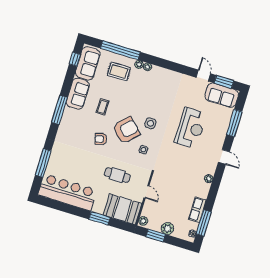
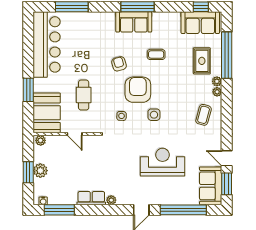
door: (203, 76) -> (227, 158), swing flipped
coffee table: (163, 83) -> (204, 115), added
sofa: (78, 94) -> (134, 22), moved
window: (234, 123) -> (183, 210), width x1.46
reception desk: (191, 128) -> (163, 162), turned 180
armchair: (126, 130) -> (138, 90), turned -135
door: (146, 192) -> (75, 134), hinge flipped
row of seats: (197, 210) -> (91, 198), moved
window: (156, 236) -> (28, 172), moved

